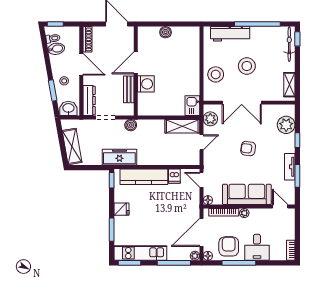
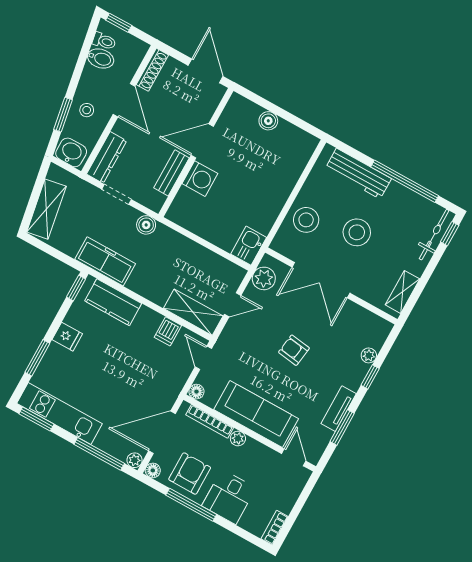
plant: (286, 125) -> (369, 355), width x0.53, depth x0.53
shelving: (182, 126) -> (193, 312), moved
kitchen counter: (144, 177) -> (113, 302), width x0.67

